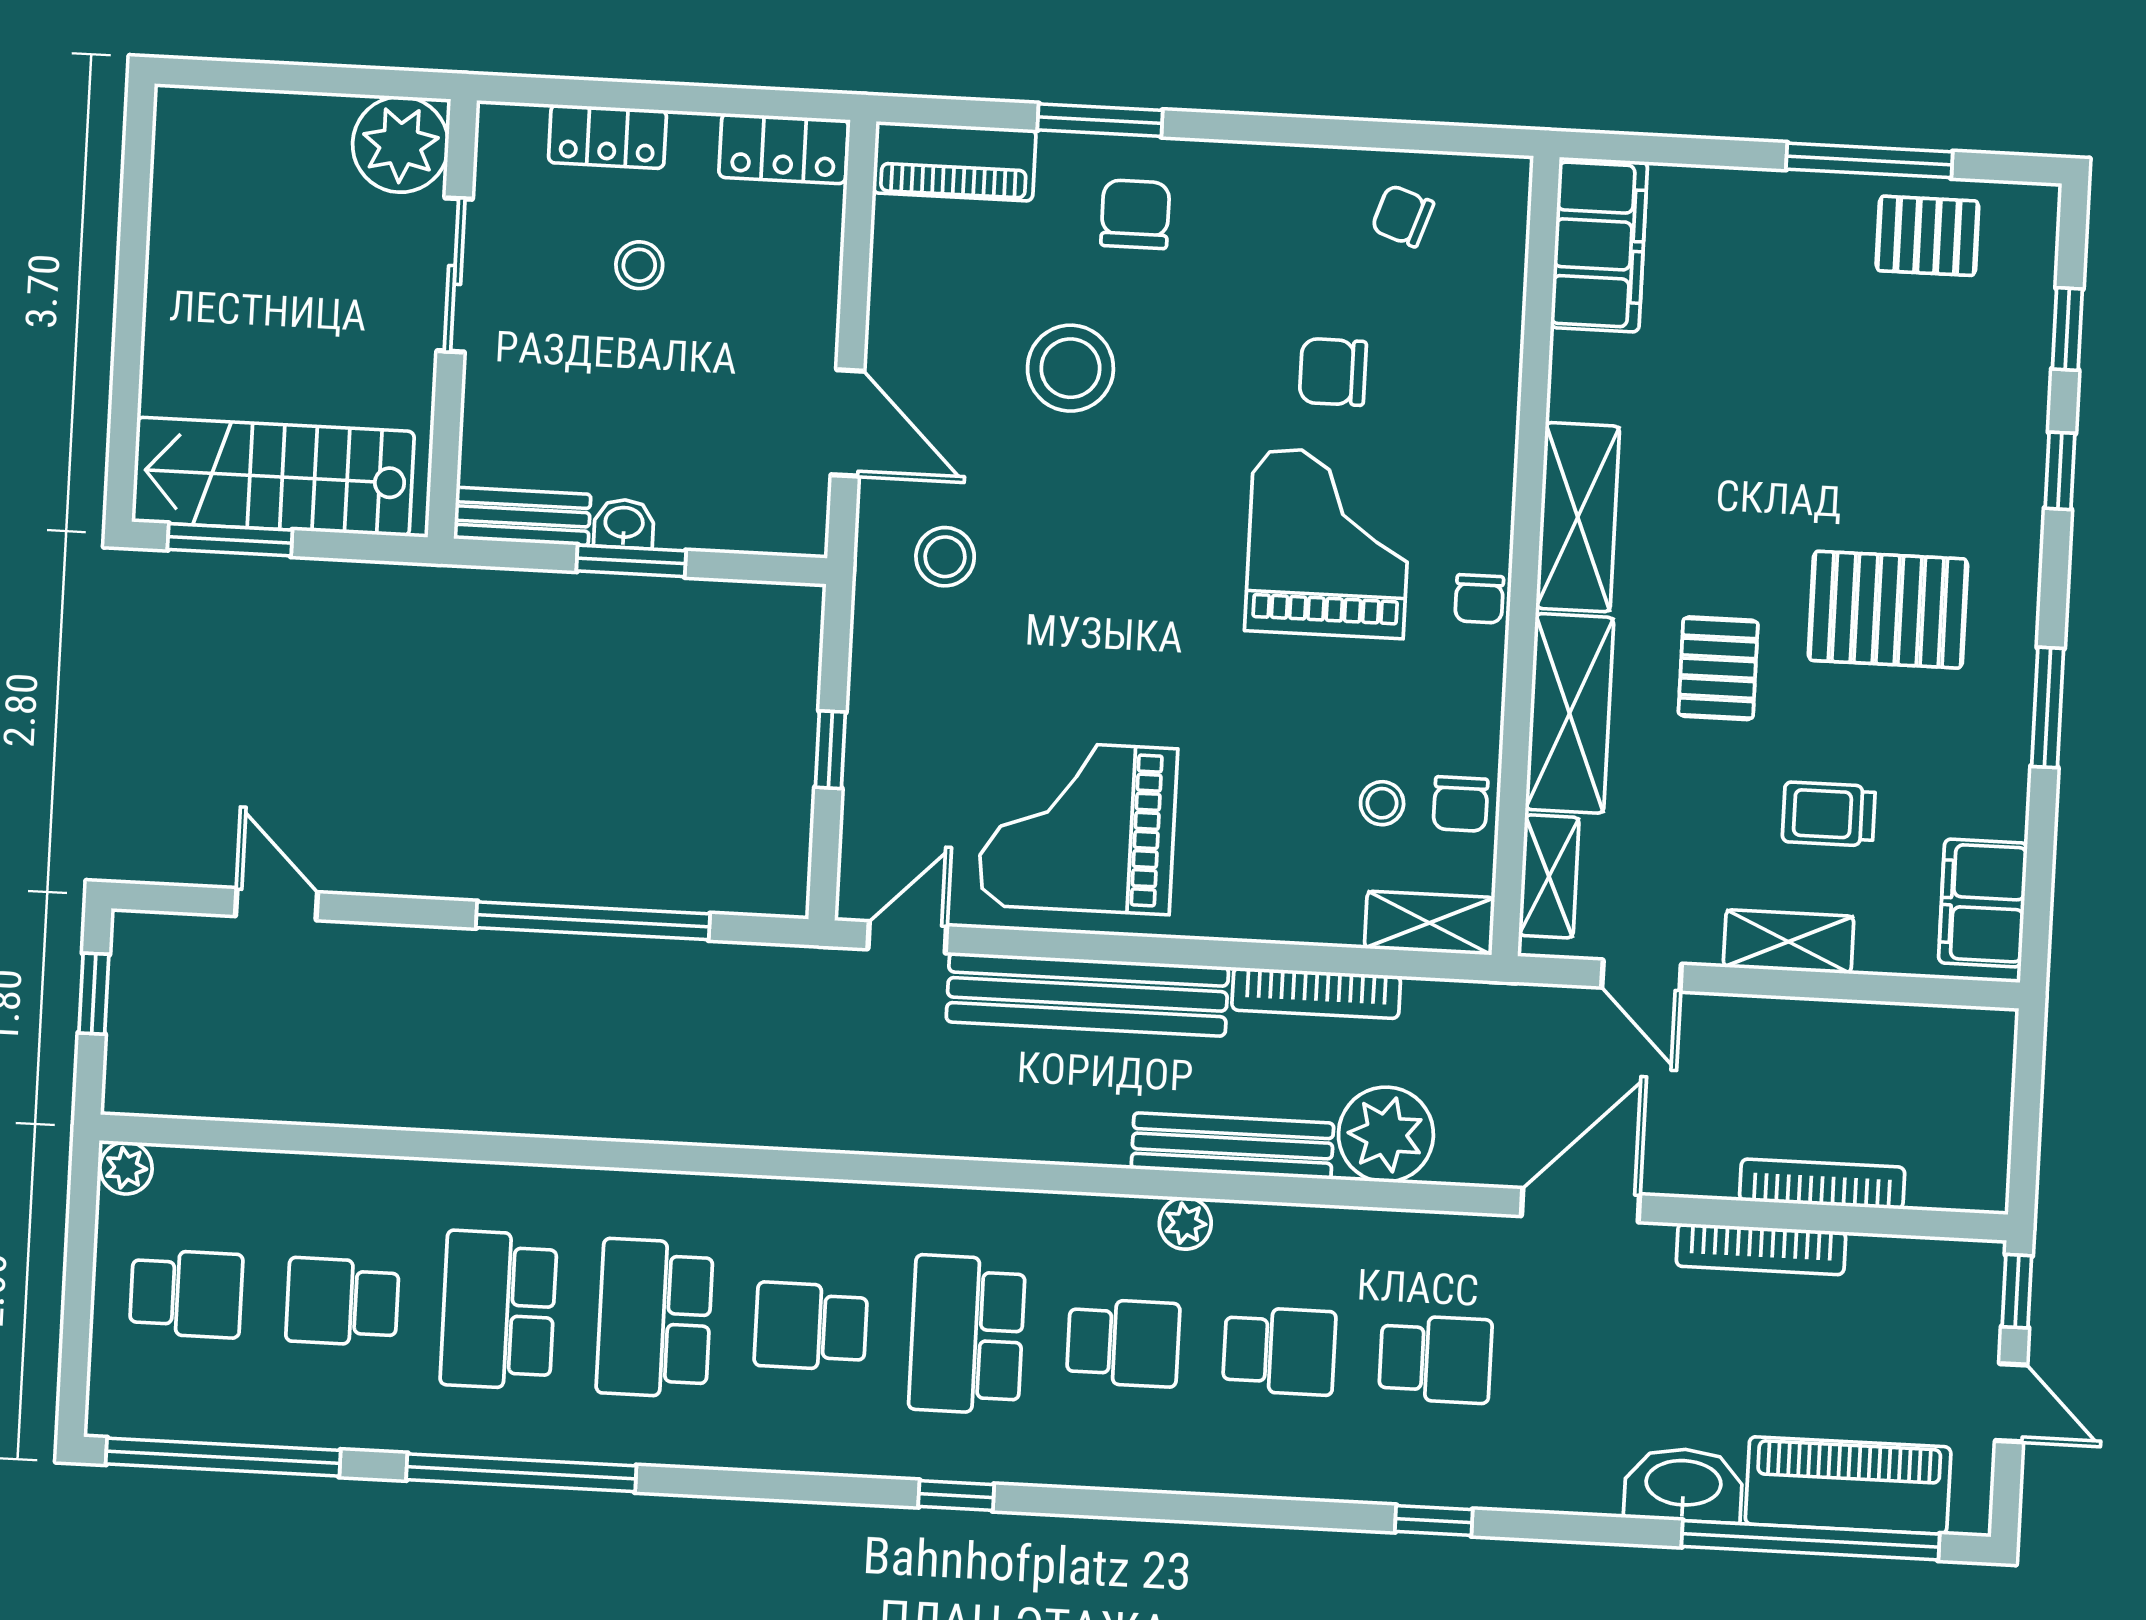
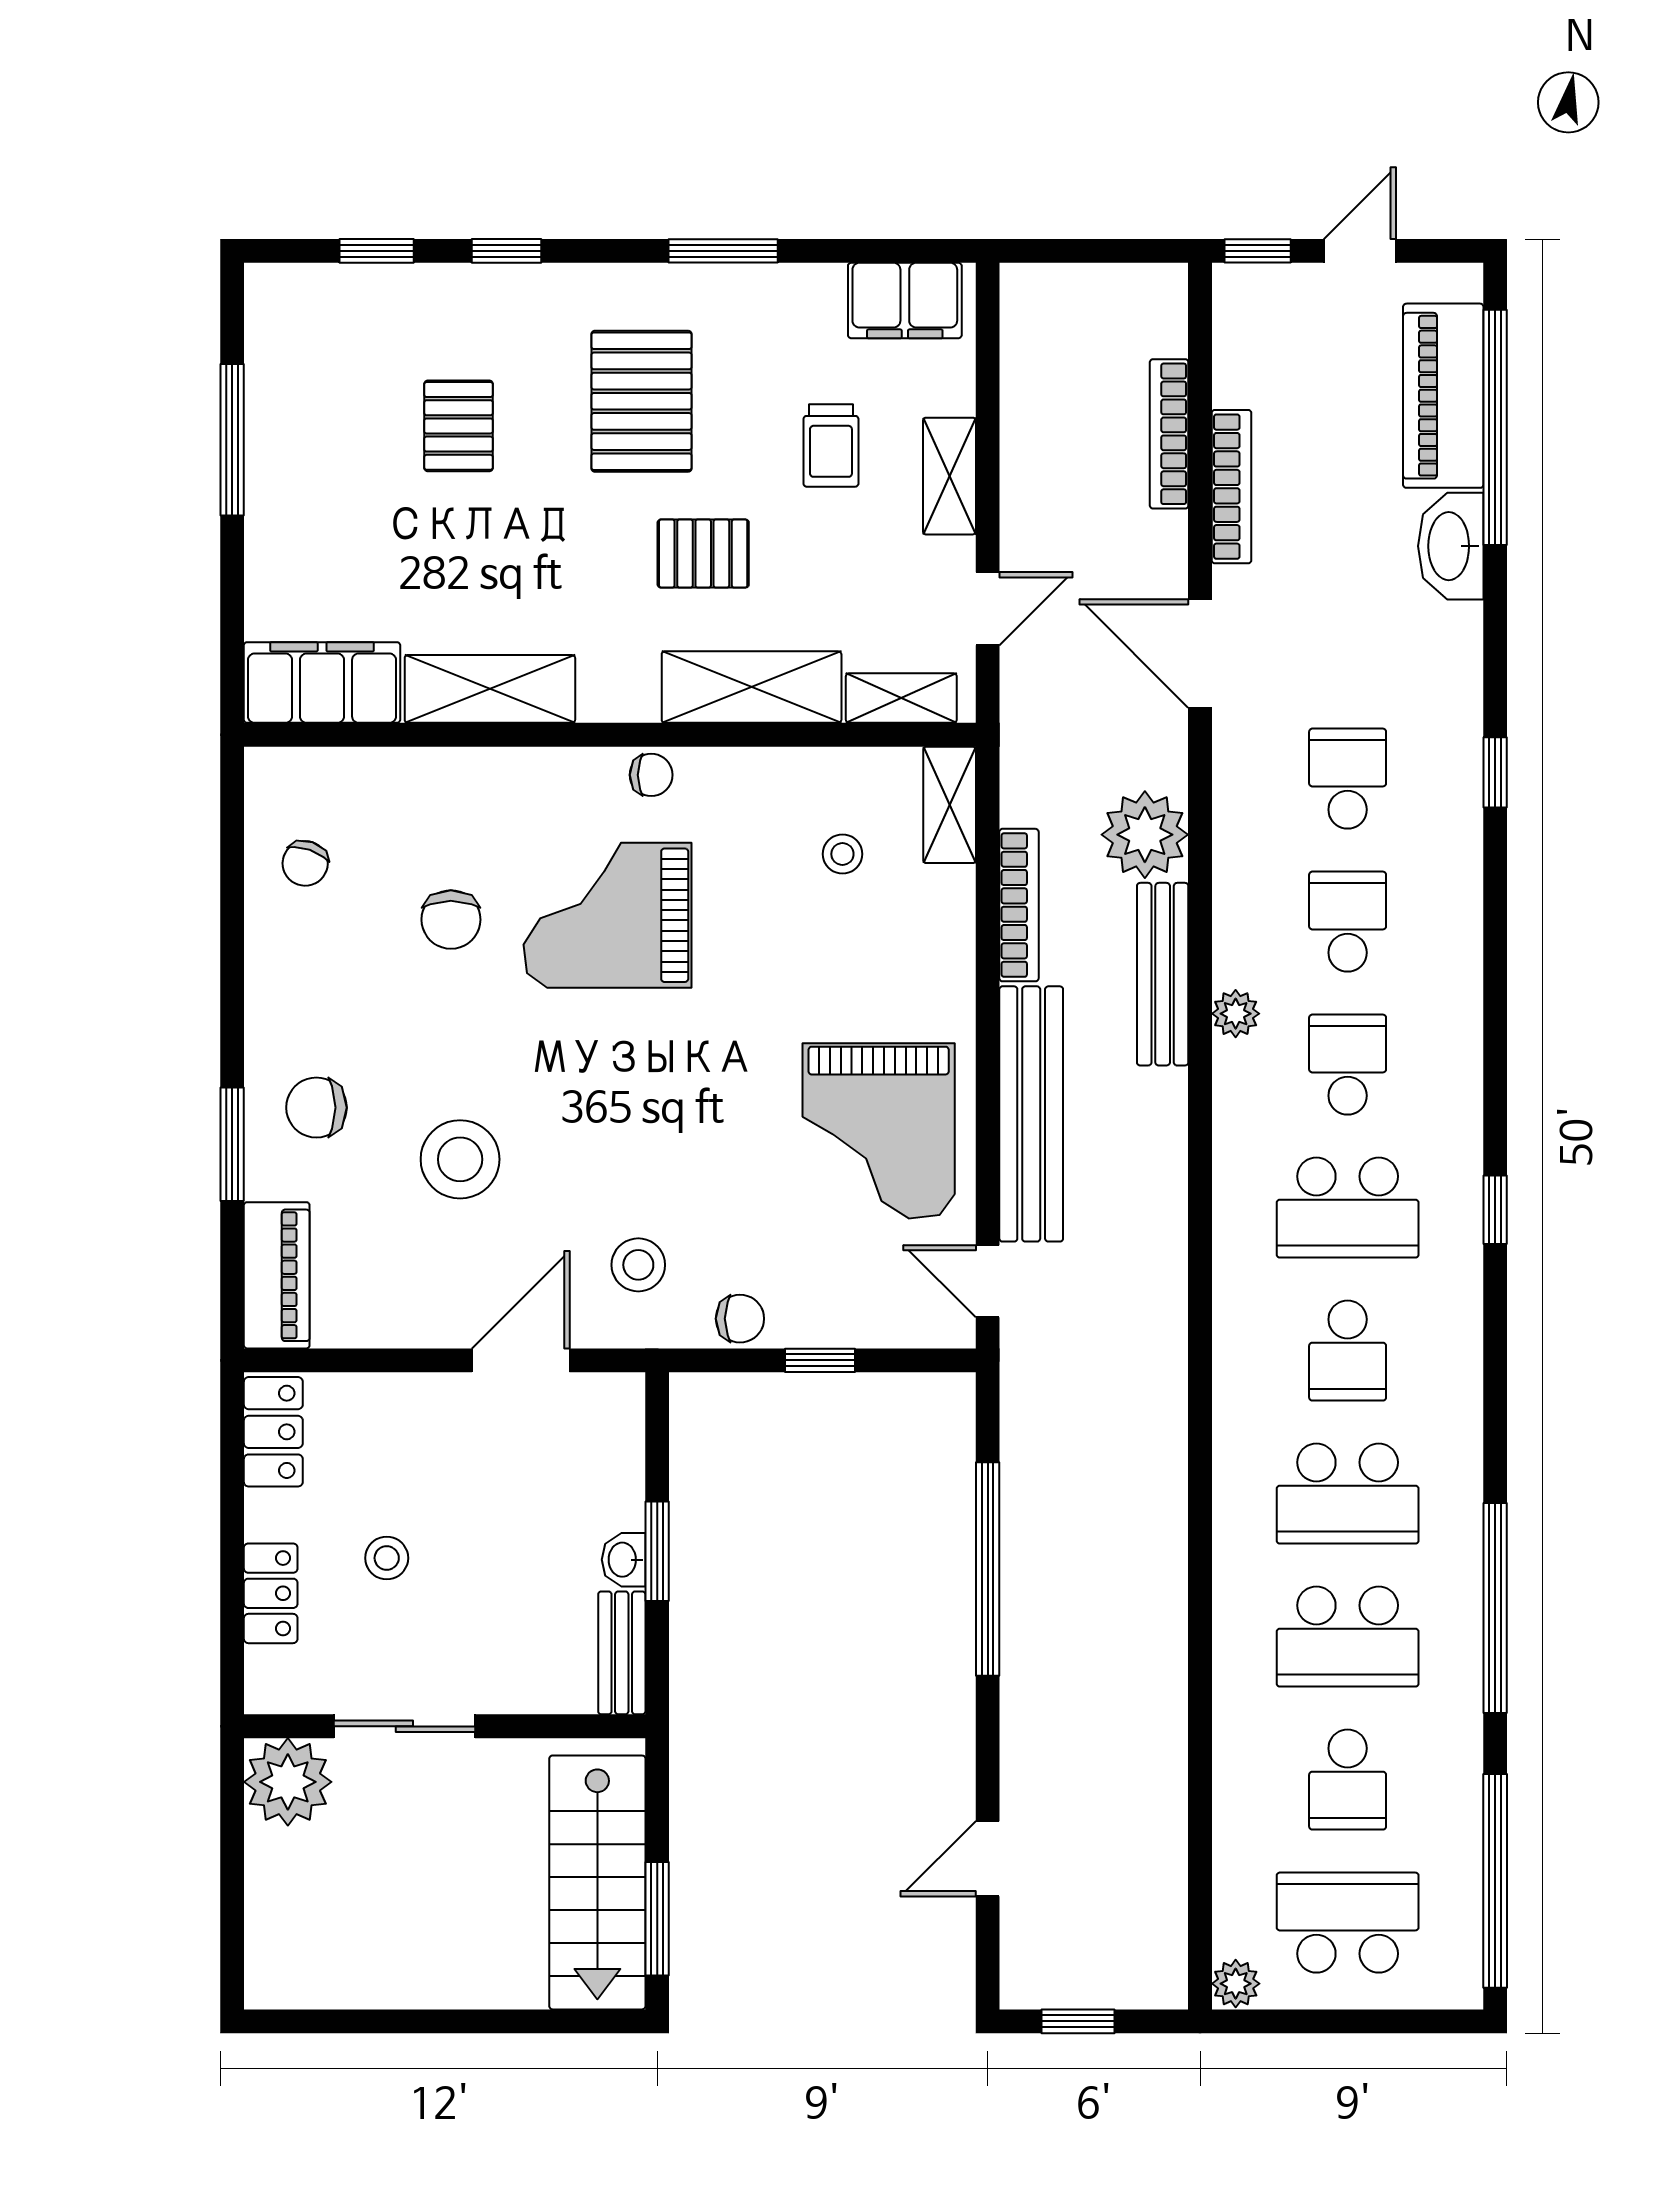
pallet: (1927, 236) -> (459, 426), moved
shelving: (1578, 517) -> (490, 689), moved
chair: (1460, 804) -> (740, 1319), moved
school desk: (186, 1294) -> (1348, 1923), width x1.85

